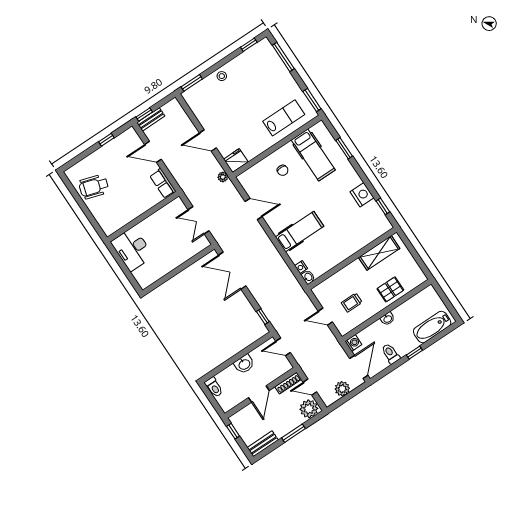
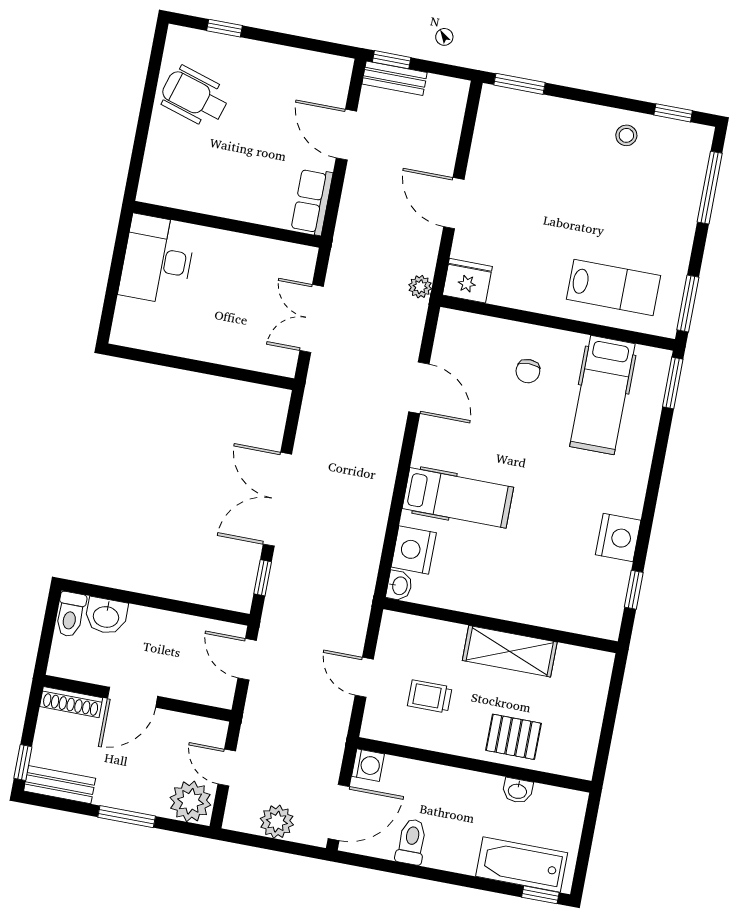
stool: (222, 76) -> (626, 135), moved
window: (106, 140) -> (225, 28), moved
window: (344, 148) -> (673, 383), moved
shelving: (379, 253) -> (510, 651), moved
nightstand: (301, 267) -> (414, 550), width x1.89, depth x1.79
double door: (232, 271) -> (277, 499), moved
washbasin: (388, 319) -> (518, 791), moved
window: (414, 353) -> (540, 895), moved
washbasin: (244, 364) -> (106, 616), moved
shoe rack: (288, 383) -> (71, 702), moved
window: (233, 431) -> (23, 763), moved

